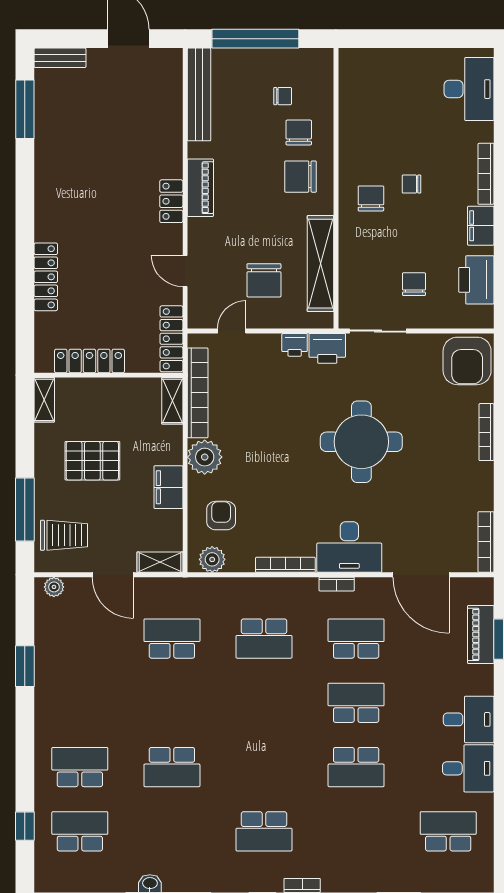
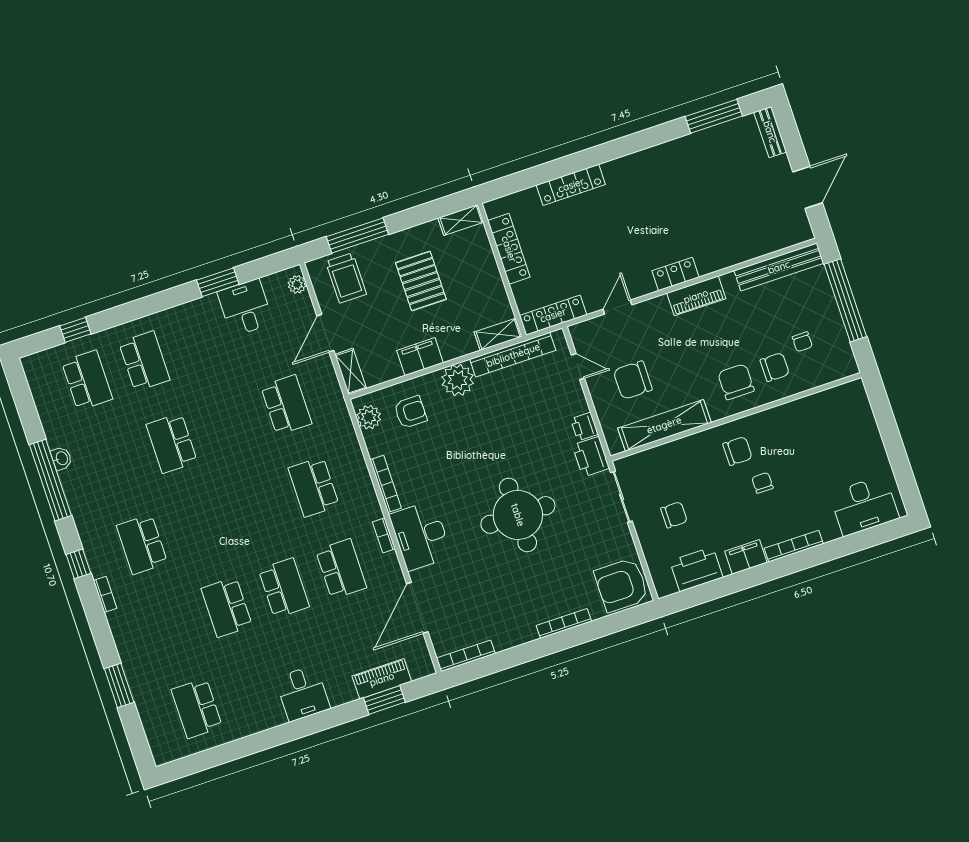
desk: (468, 768) -> (245, 308), moved, turned 180
school desk: (448, 831) -> (197, 708), turned 180

